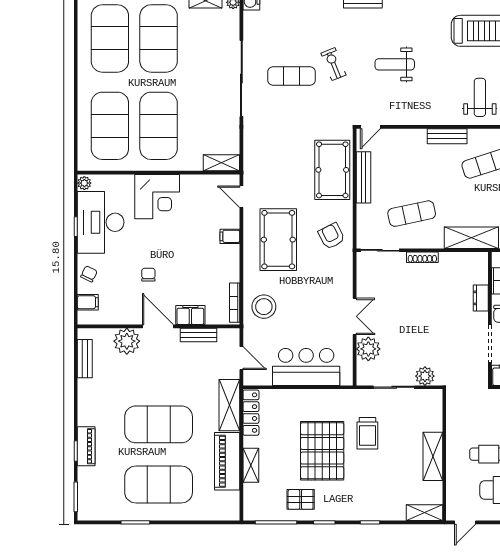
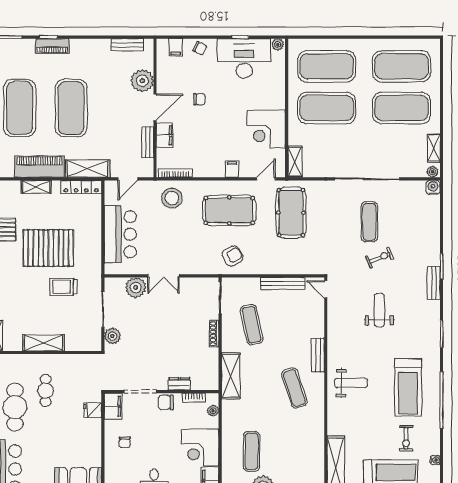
pool table: (332, 170) -> (291, 213), moved, turned 90
corner desk: (157, 197) -> (266, 129), moved

